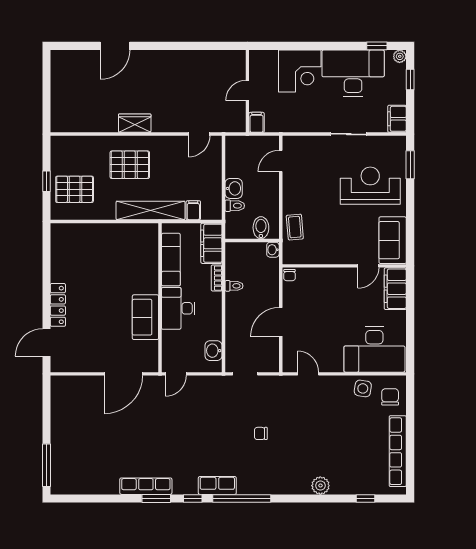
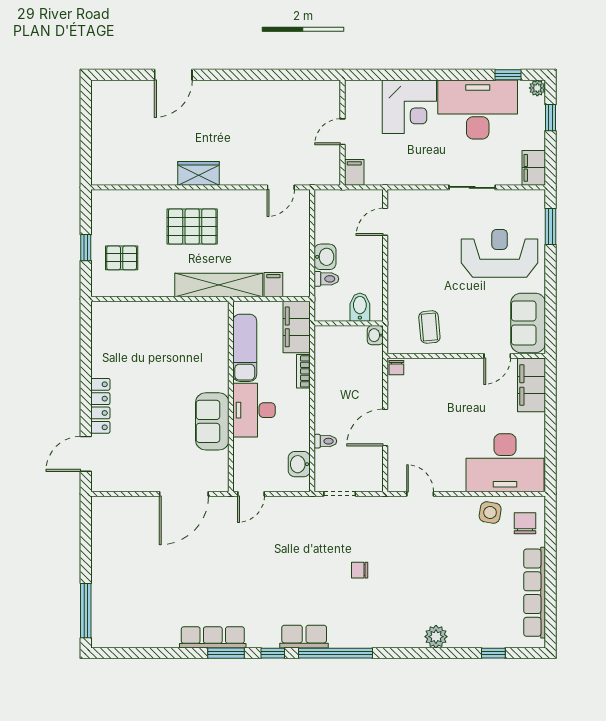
pallet: (75, 189) -> (122, 258), width x0.67, depth x0.71
coffee table: (295, 227) -> (429, 327), moved
toilet: (234, 286) -> (325, 441), moved

